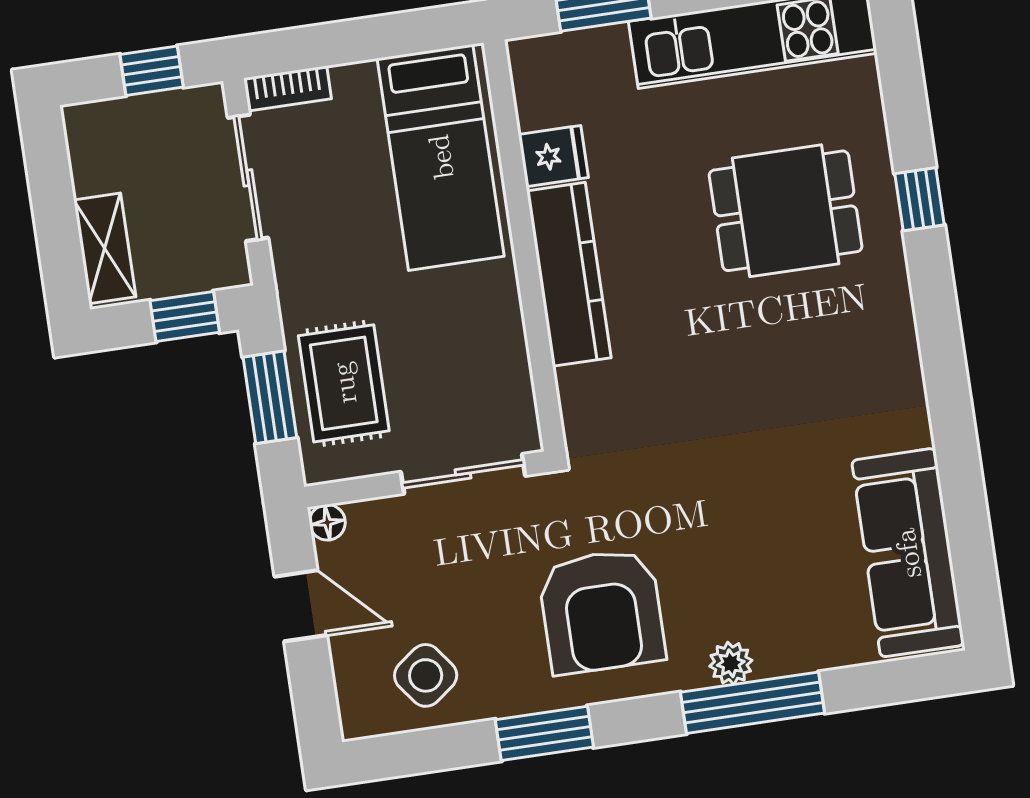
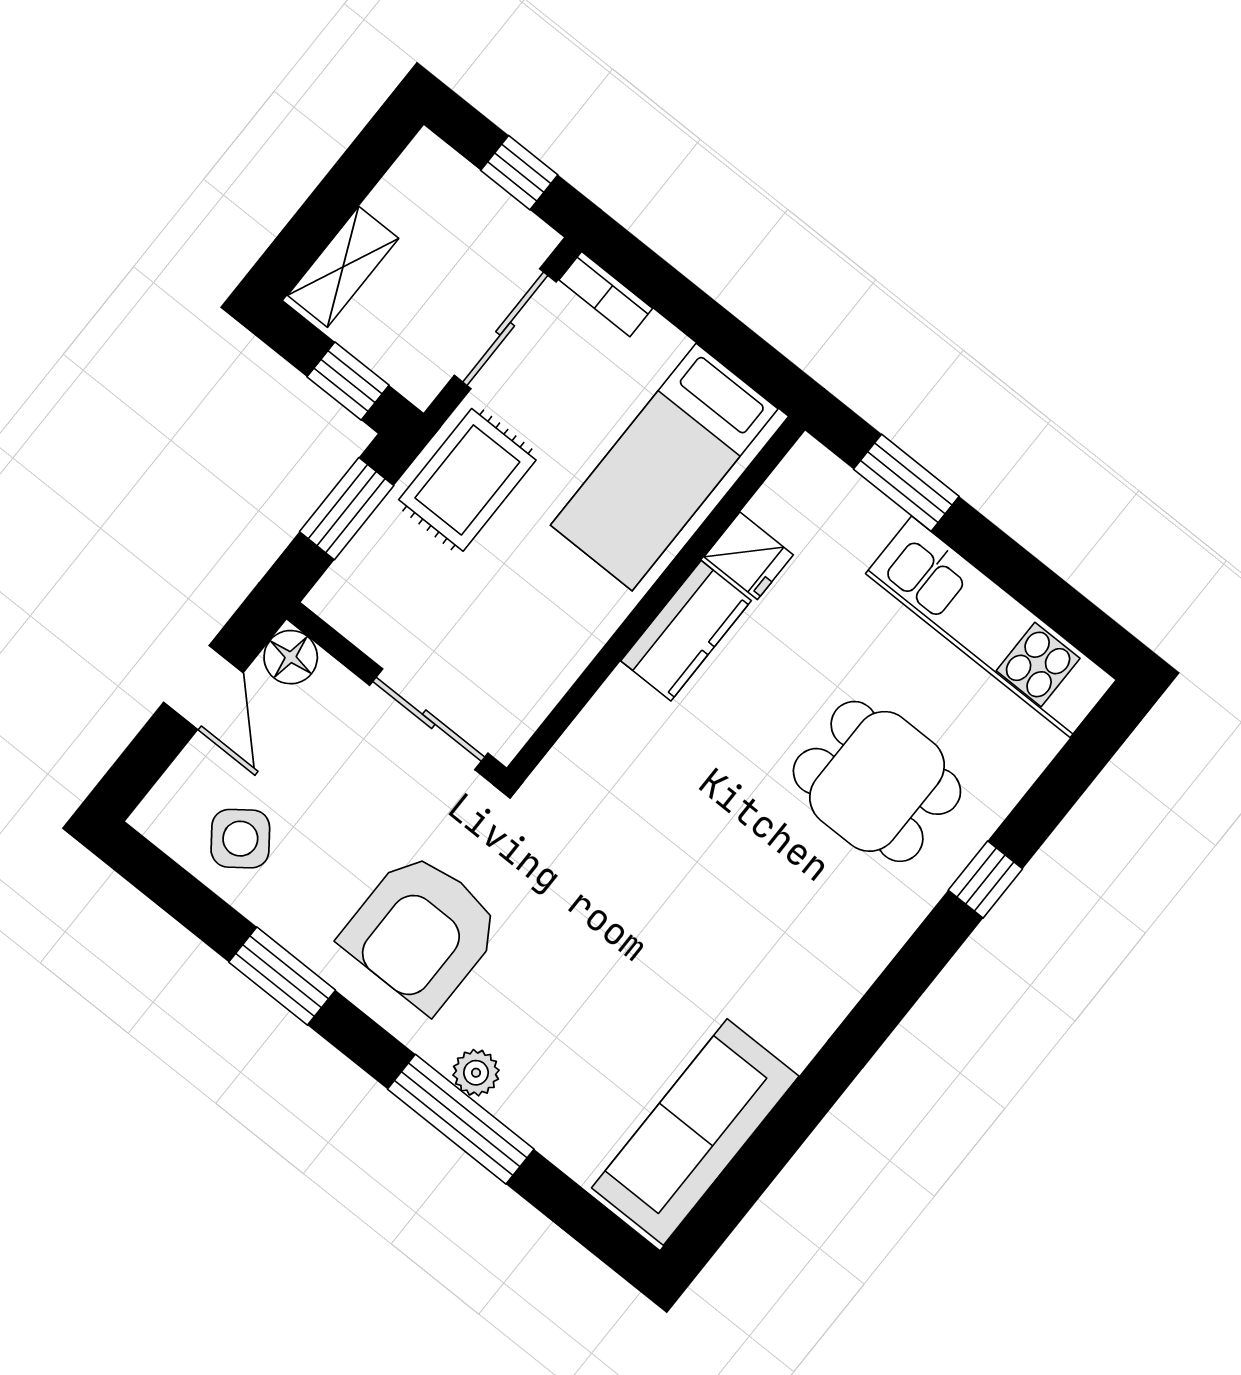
kitchen counter: (569, 274) -> (686, 631), width x0.67
rug: (344, 383) -> (467, 480), moved
floor lamp: (327, 522) -> (291, 657), width x1.37, depth x1.37

